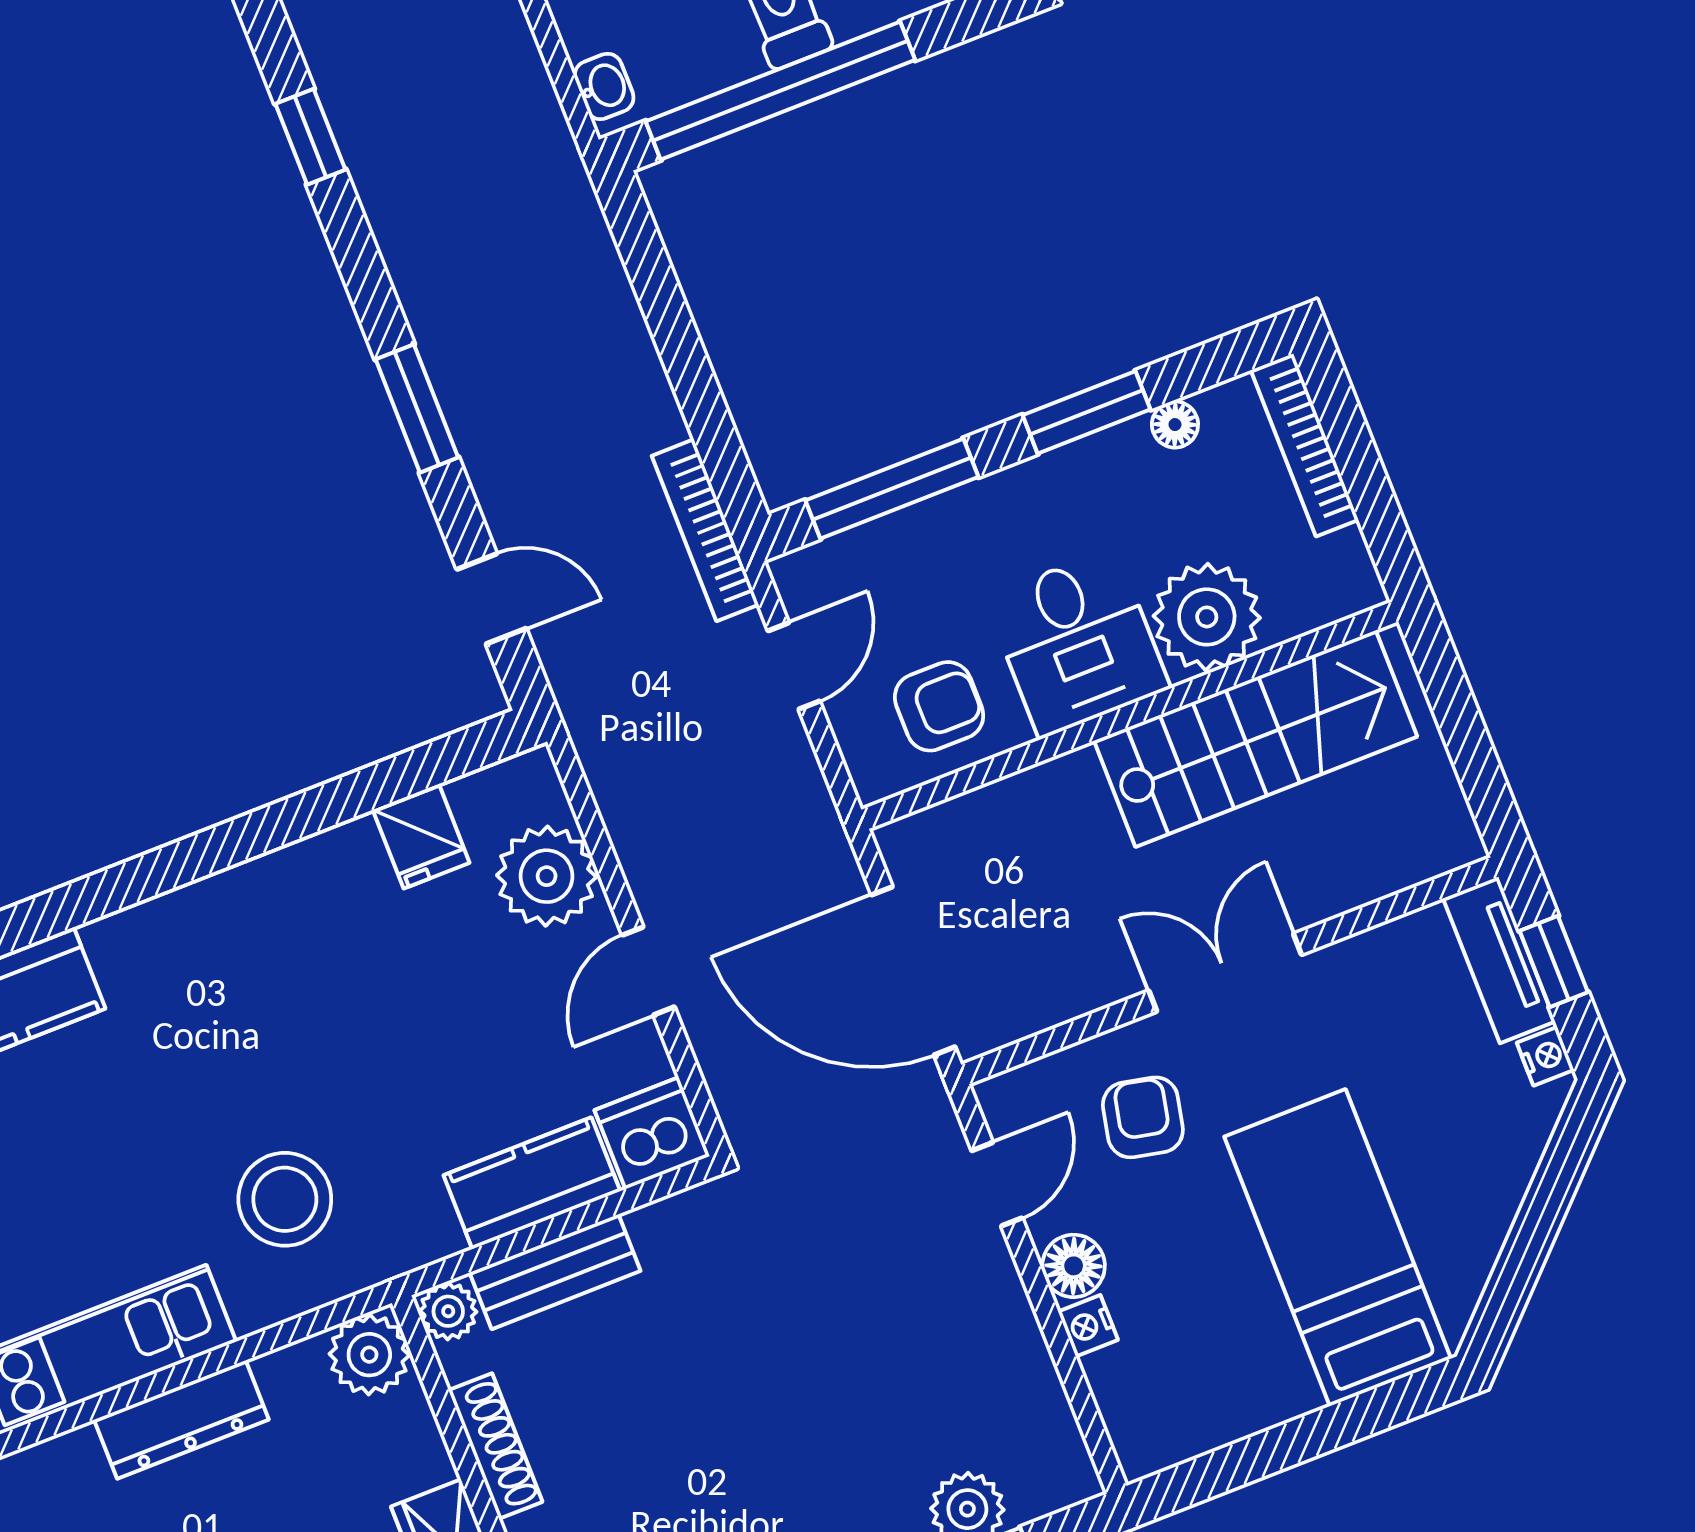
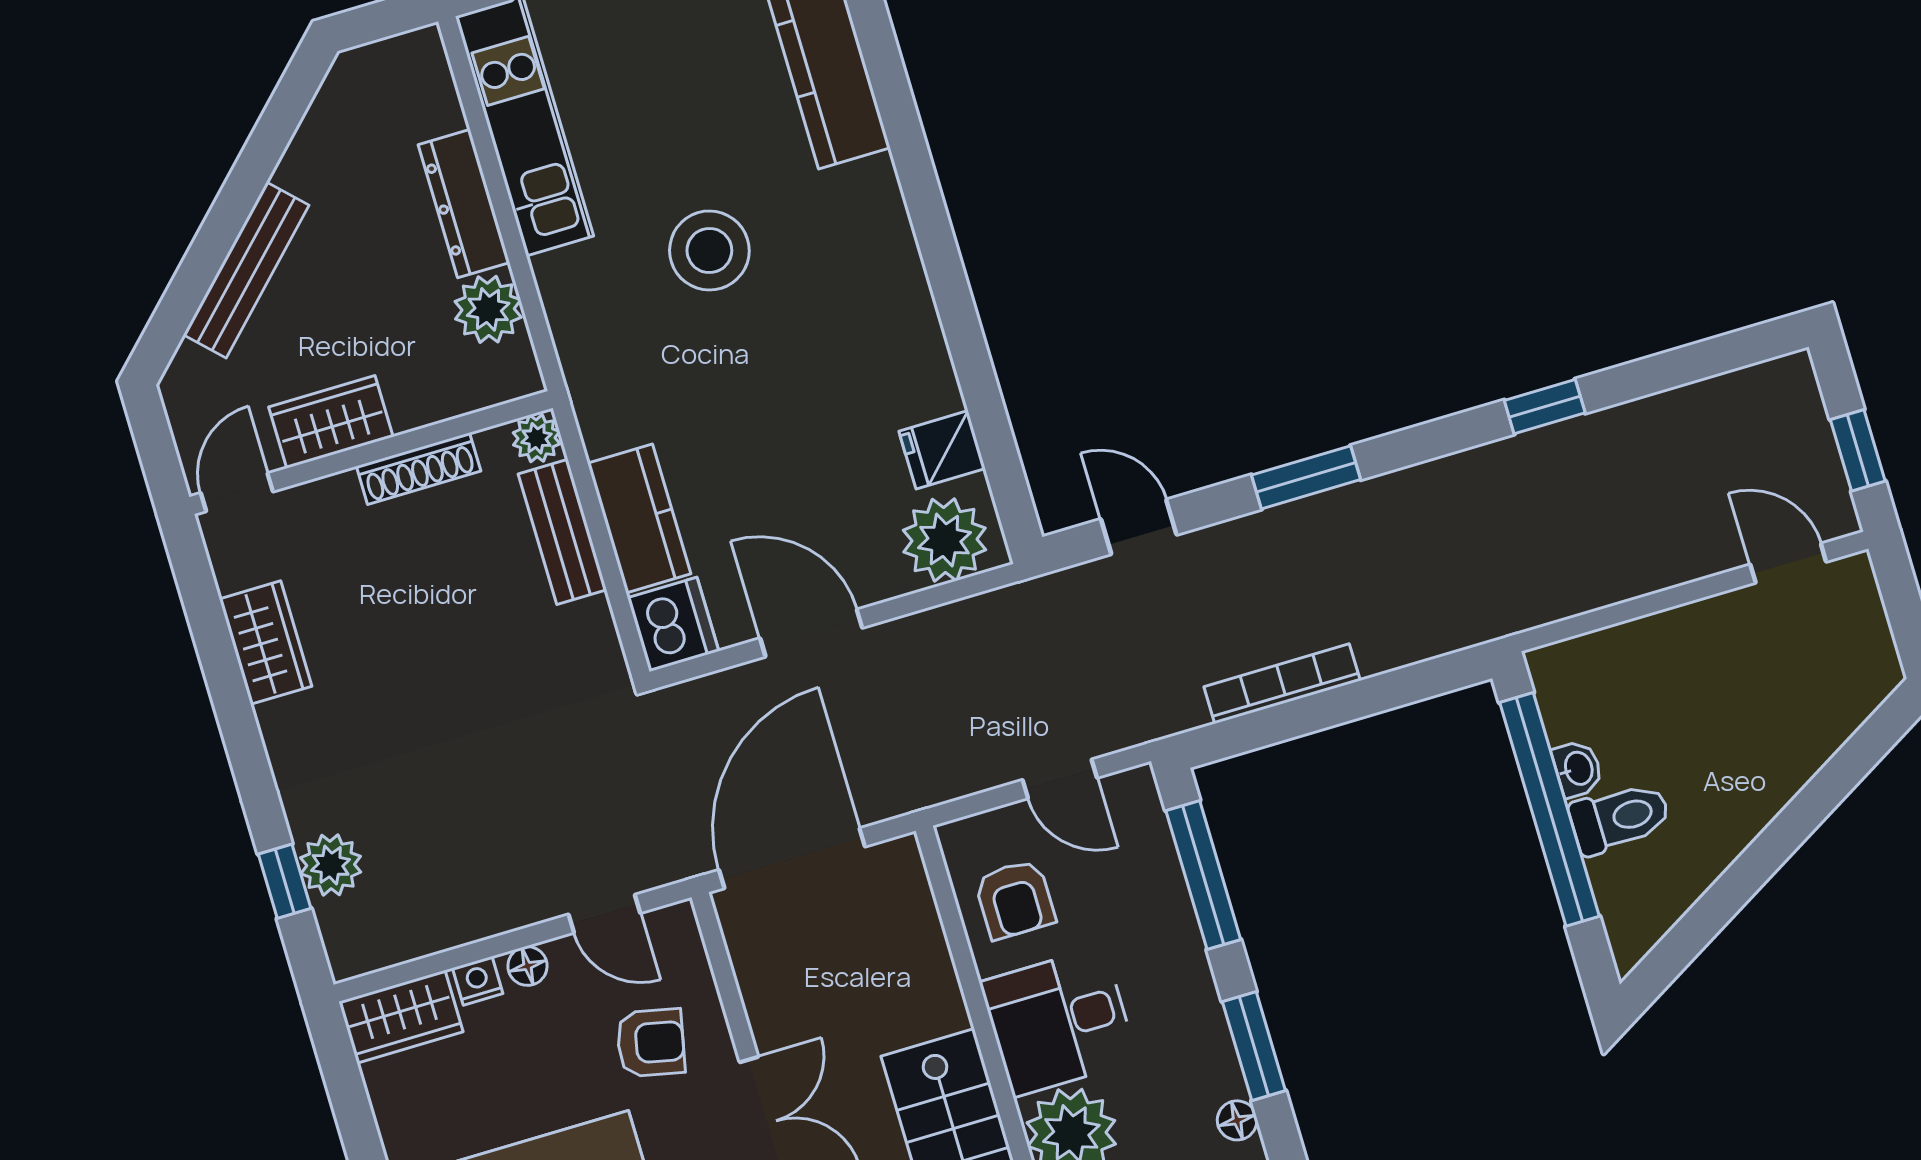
washbasin: (604, 86) -> (1578, 769), moved, turned -90
bookcase: (705, 530) -> (1282, 684), moved
door: (491, 599) -> (1139, 527), swing flipped
plant: (547, 876) -> (944, 540), moved
door: (648, 971) -> (811, 633), width x1.38
stool: (285, 1199) -> (709, 250), moved
floor lamp: (1074, 1266) -> (527, 966), width x0.73, depth x0.73
plant: (369, 1355) -> (488, 309), moved
wardrobe: (1138, 1412) -> (401, 1017), added

